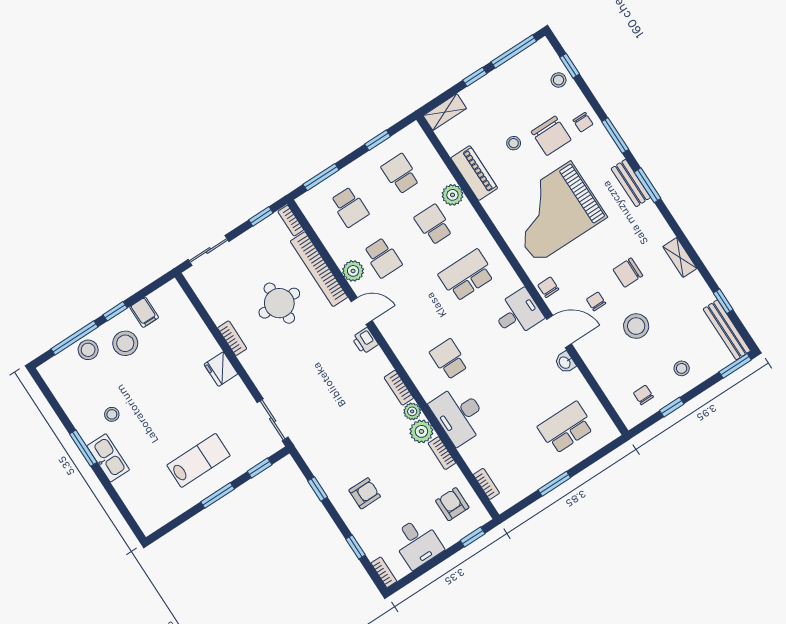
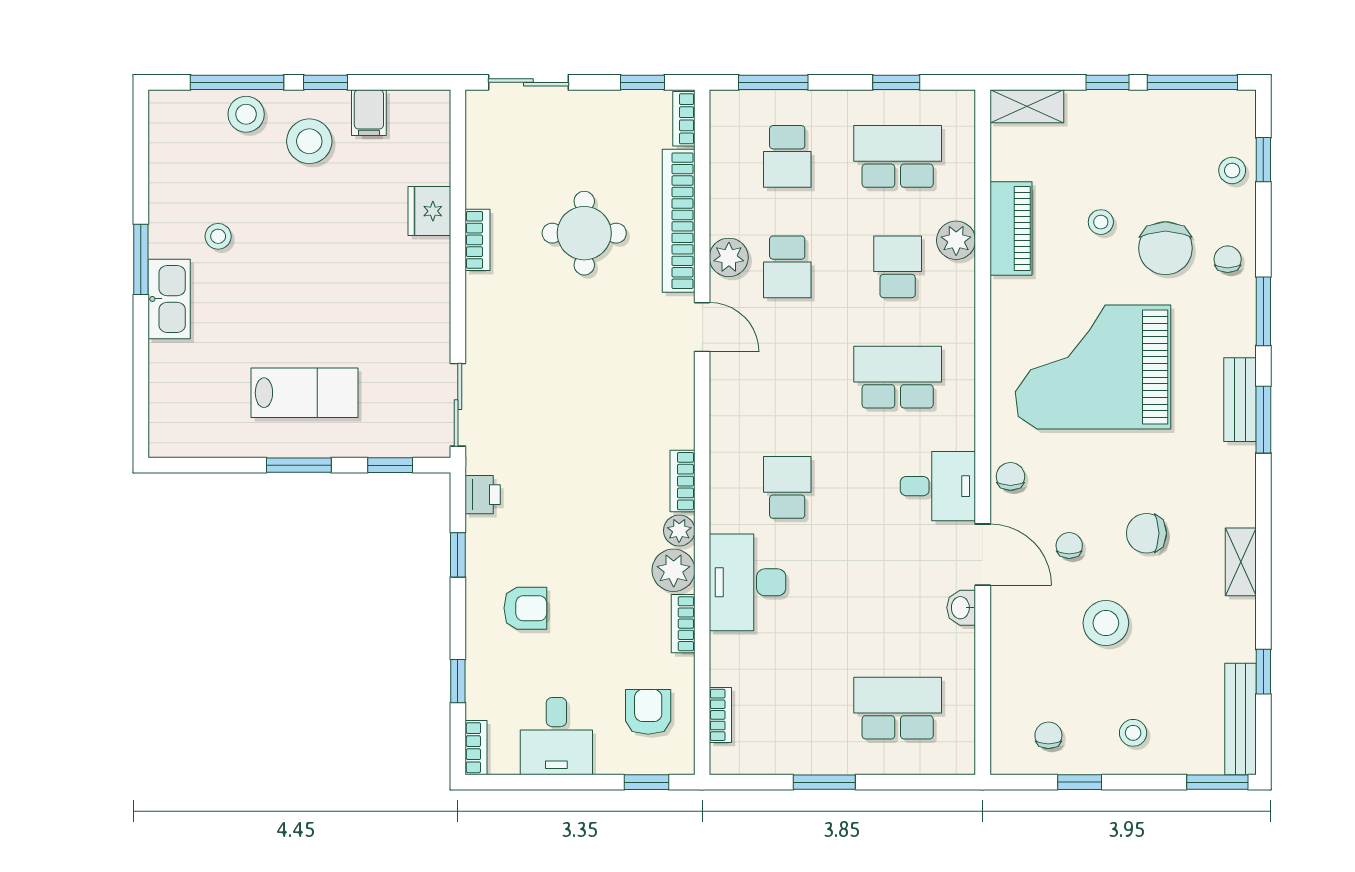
chair: (583, 122) -> (1228, 259), turned 180
school desk: (400, 174) -> (898, 156), width x1.85
printer: (365, 341) -> (483, 495), moved, turned 180
fridge: (221, 369) -> (429, 211), moved

